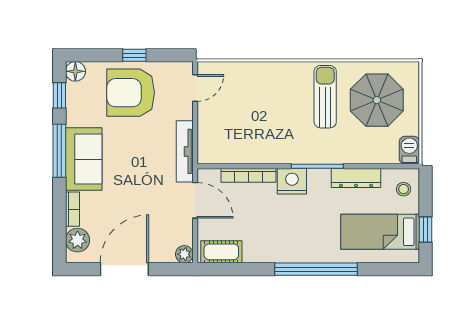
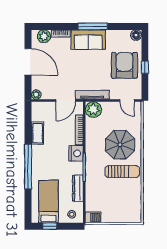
window: (59, 95) -> (123, 26), removed
parasol: (377, 100) -> (120, 145), moved
plant: (212, 150) -> (93, 110), added
cot: (221, 252) -> (38, 133), moved

